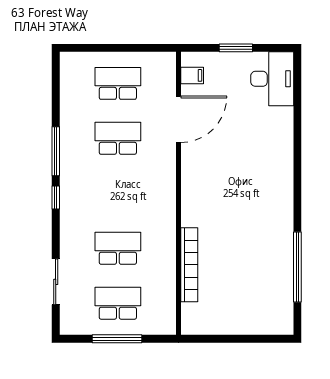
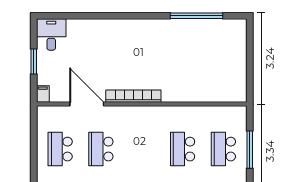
filing cabinet: (192, 75) -> (43, 94), moved
desk: (272, 79) -> (51, 34), width x0.73
bookcase: (189, 265) -> (133, 96), moved

